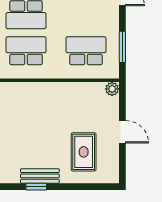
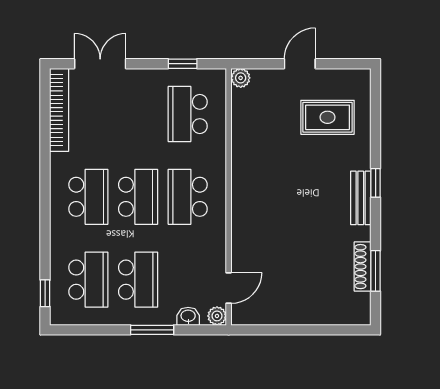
window: (122, 47) -> (183, 64), width x0.67
bench: (40, 176) -> (361, 198), moved

